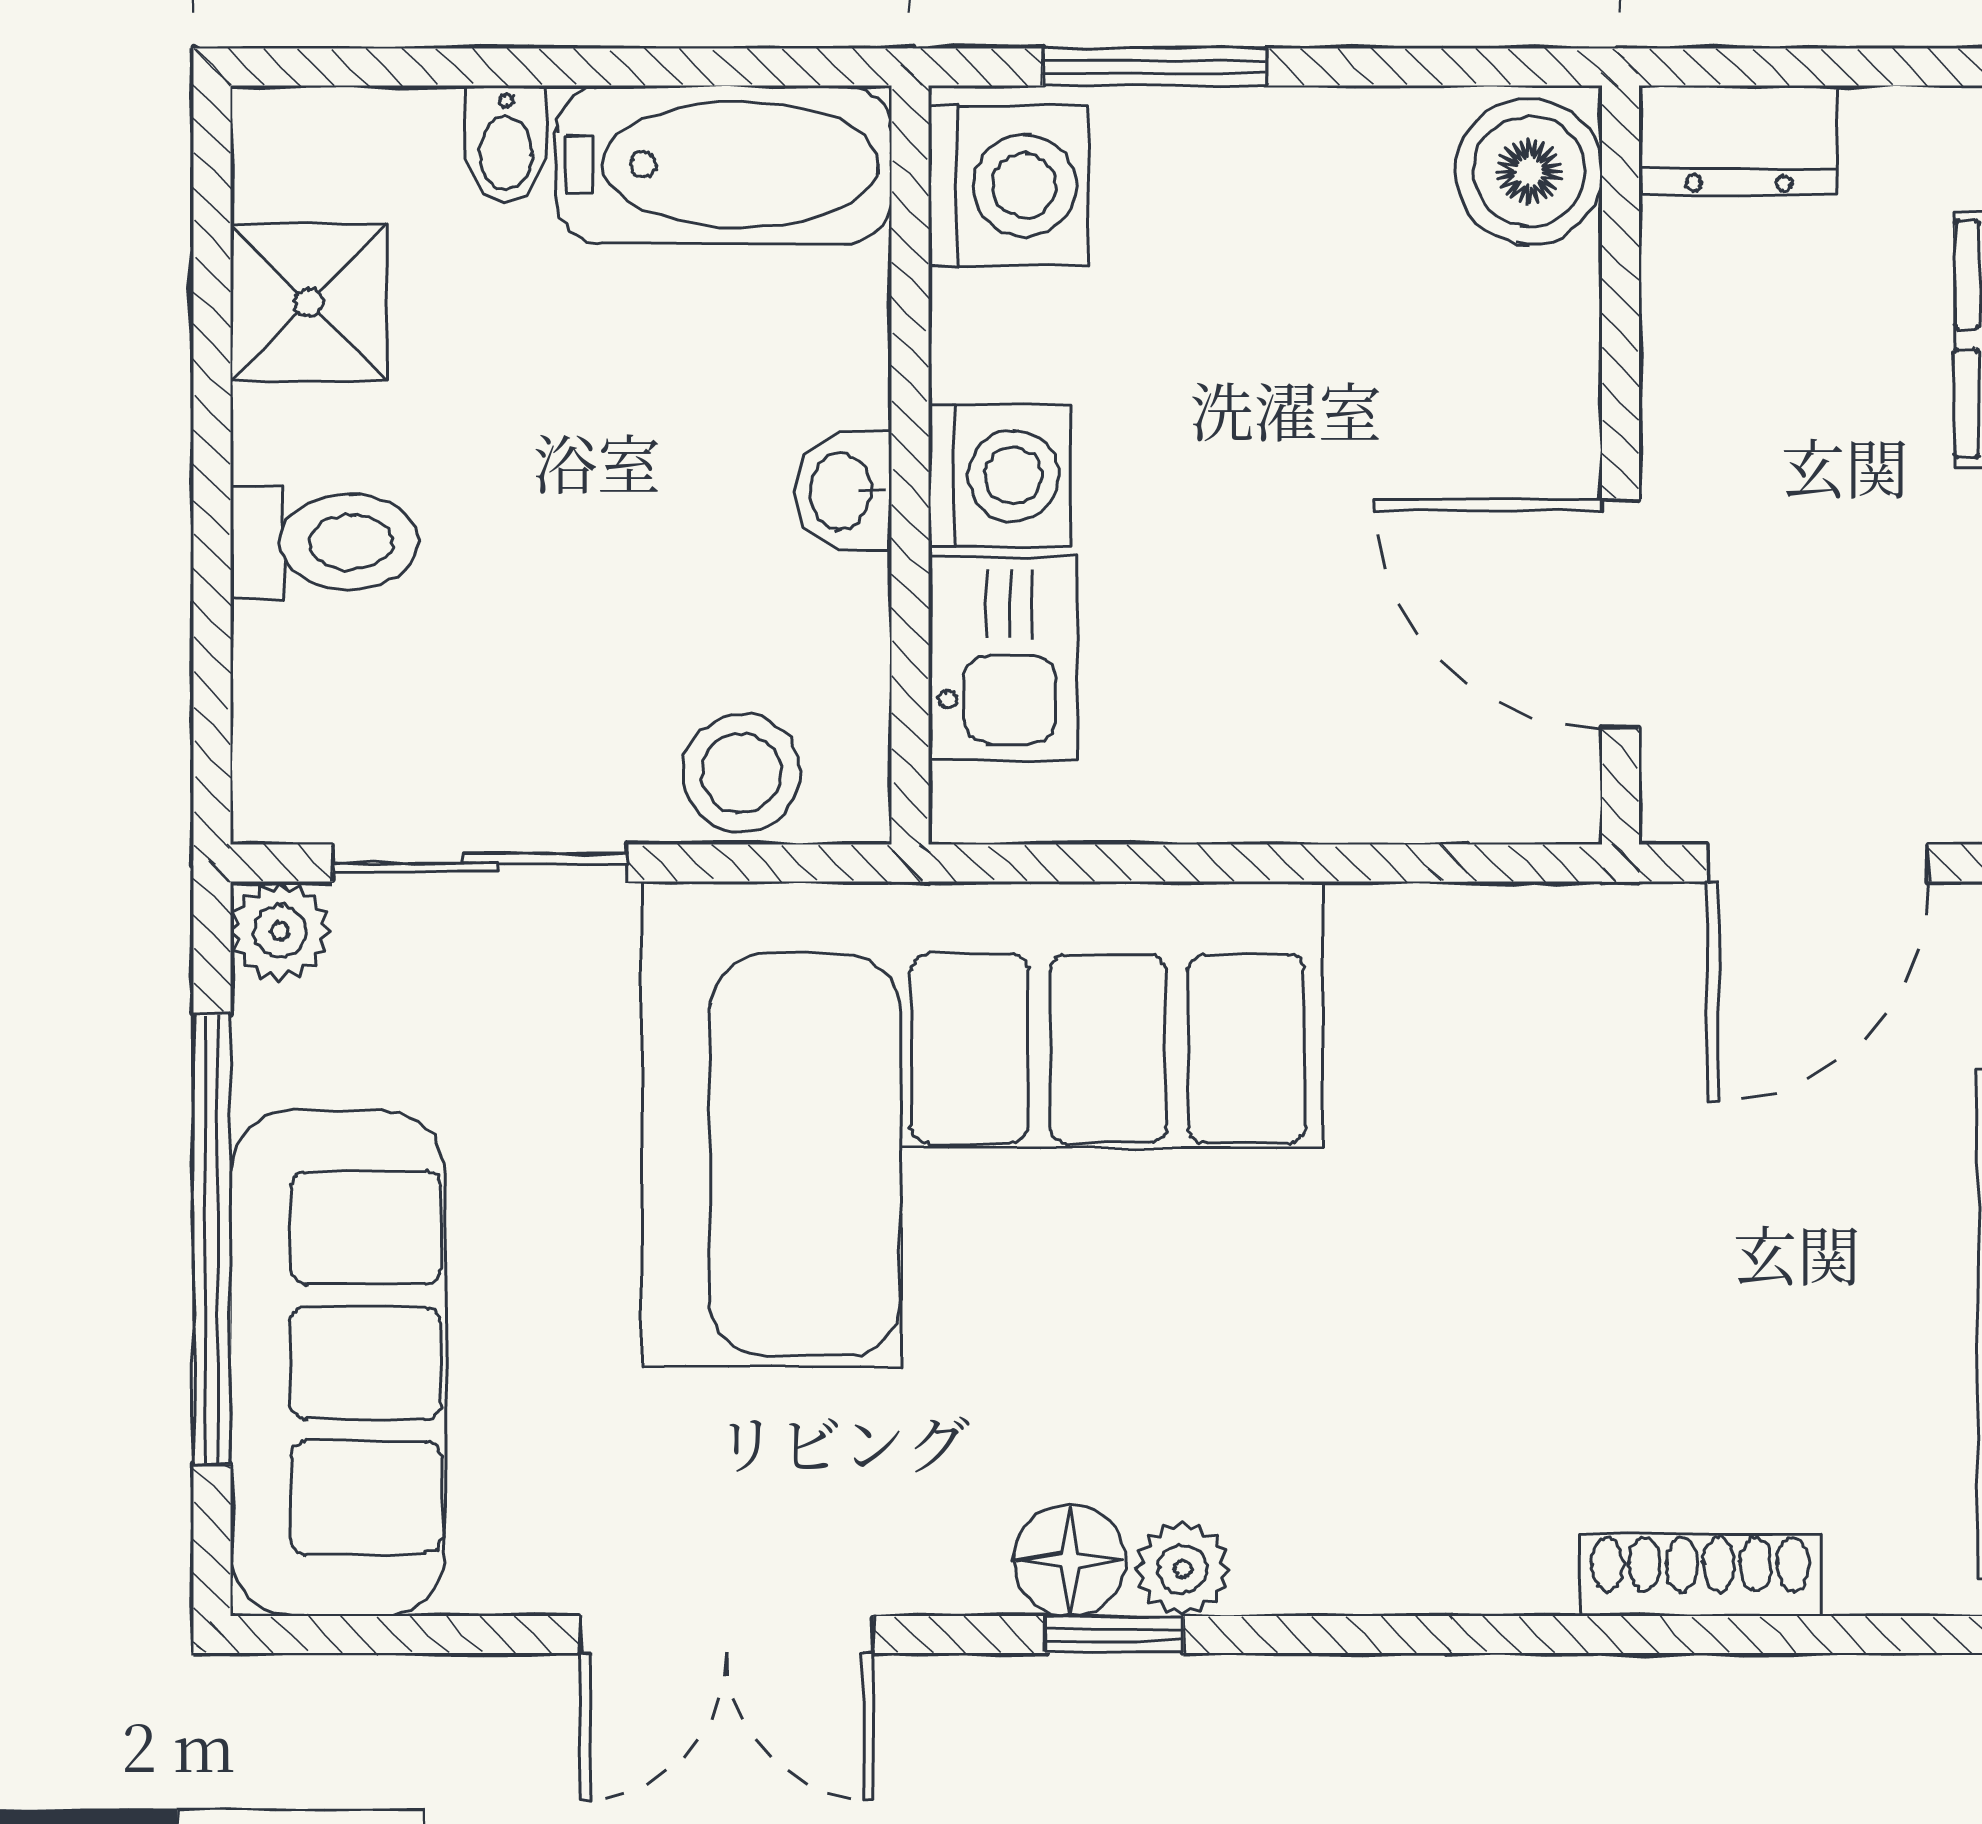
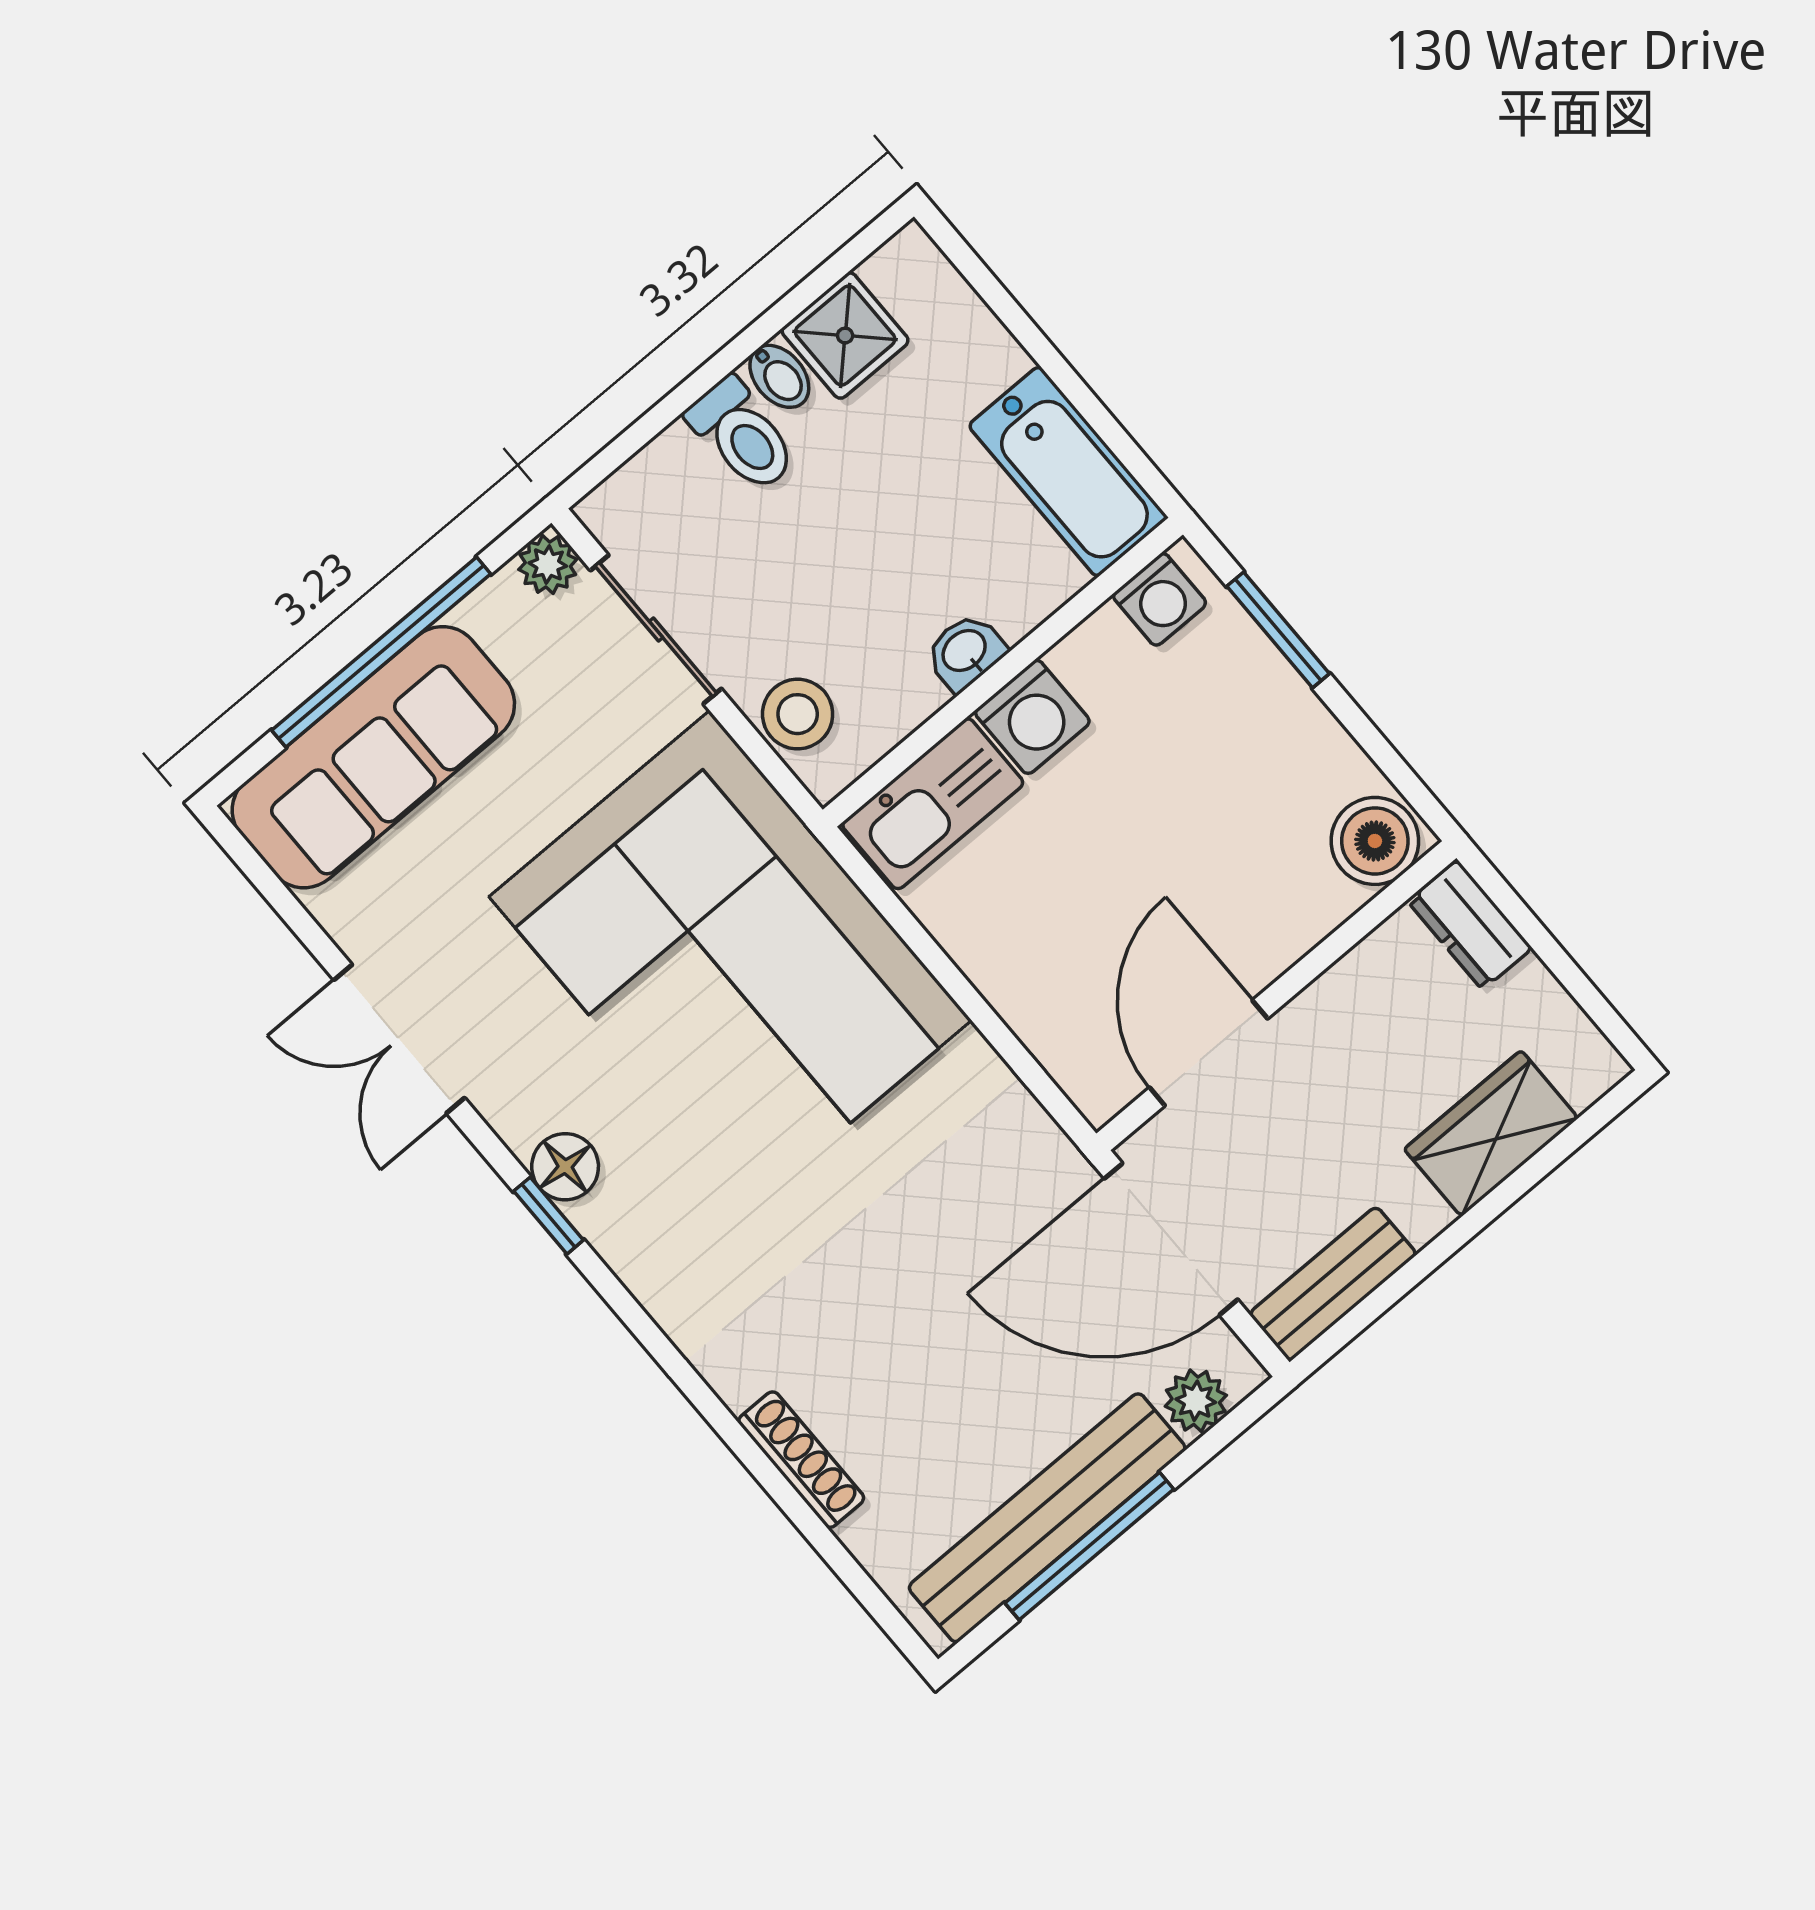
bidet: (506, 145) -> (779, 376), moved, turned -90
washing machine: (1008, 186) -> (1159, 599), width x0.73, depth x0.73
kitchen sink: (1003, 659) -> (933, 804), width x1.38
door: (1818, 863) -> (1171, 1239), width x1.36
plant: (1183, 1569) -> (605, 1221), removed

